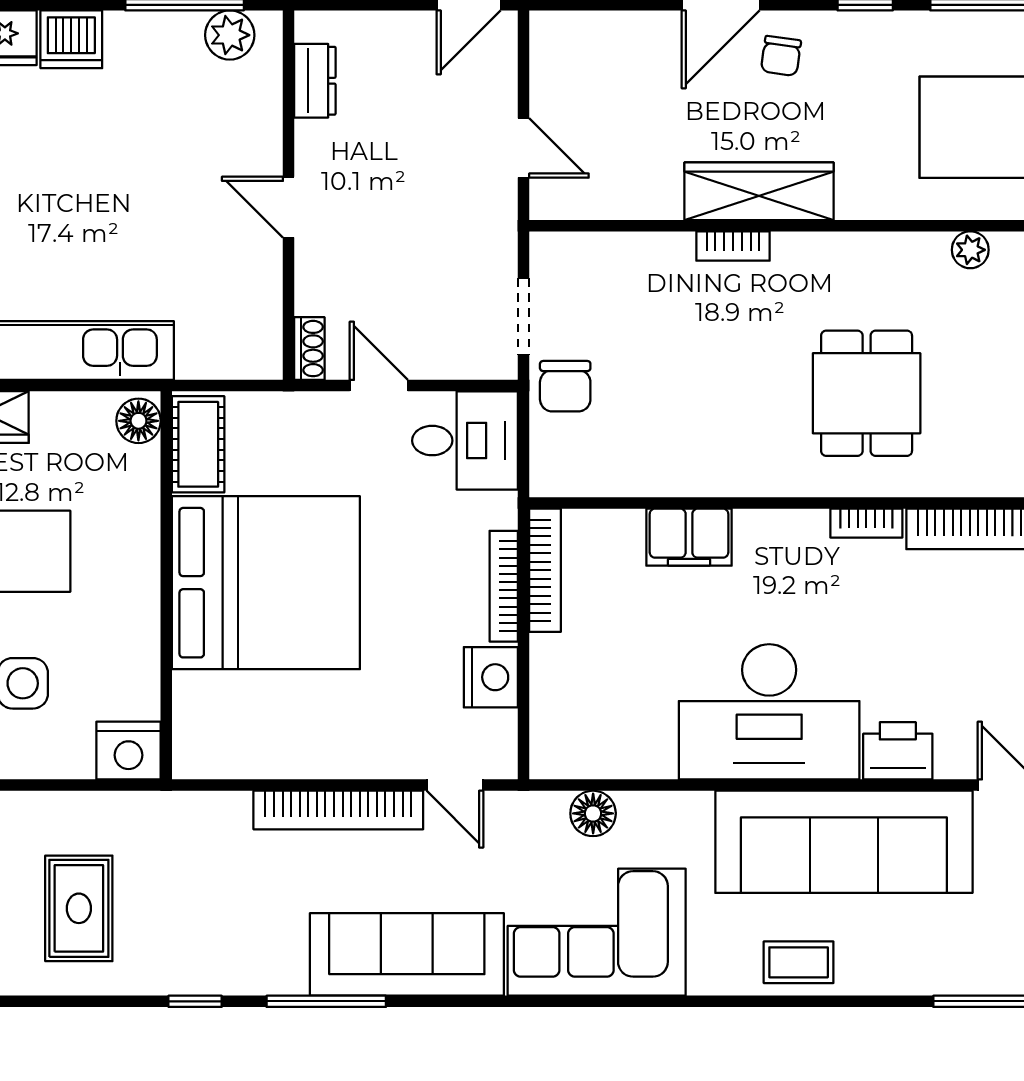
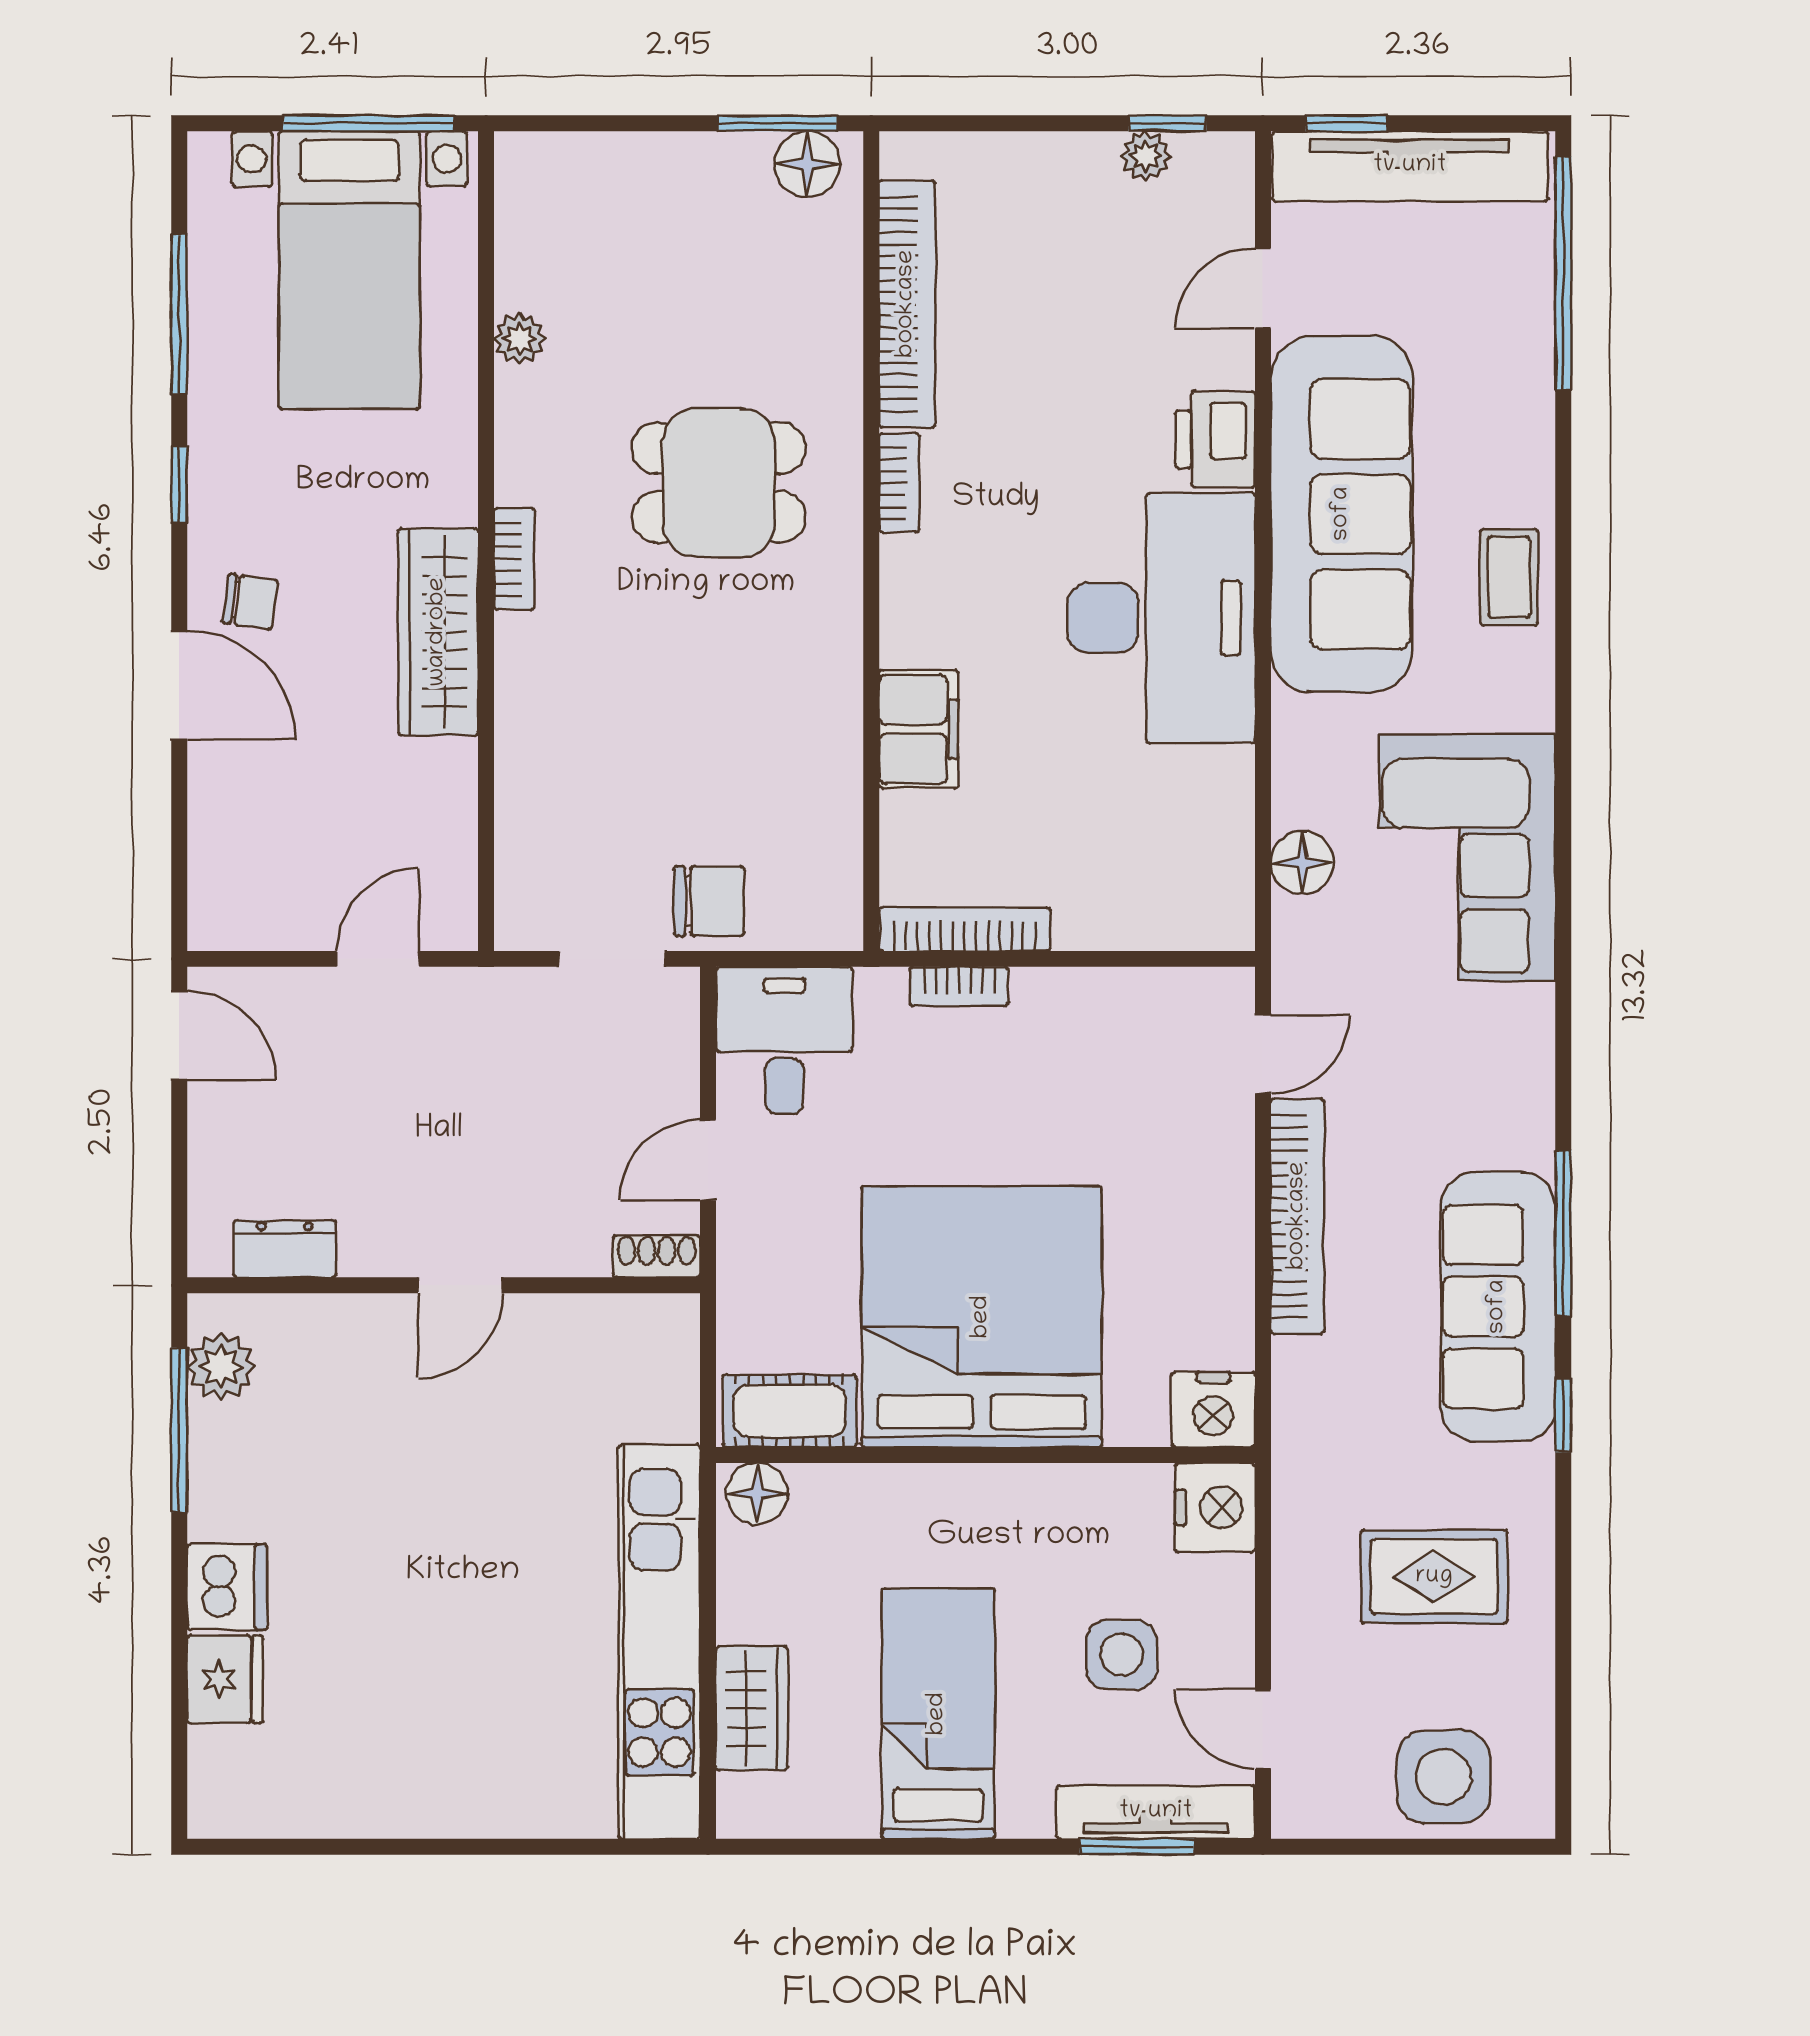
bookcase: (733, 246) -> (514, 559), moved
bookcase: (504, 586) -> (959, 986), width x0.64
nightstand: (491, 677) -> (1213, 1410), moved, turned 180
sofa: (407, 954) -> (1498, 1307), moved

